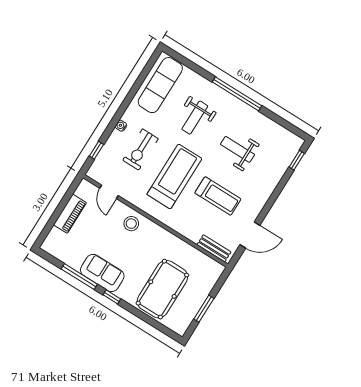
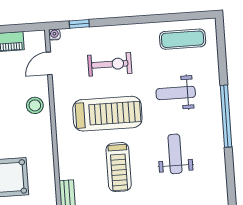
exercise mat: (160, 85) -> (183, 39), width x0.73, depth x0.69
water cooler: (121, 126) -> (54, 35), moved
exercise bike: (141, 149) -> (110, 64), turned 180

